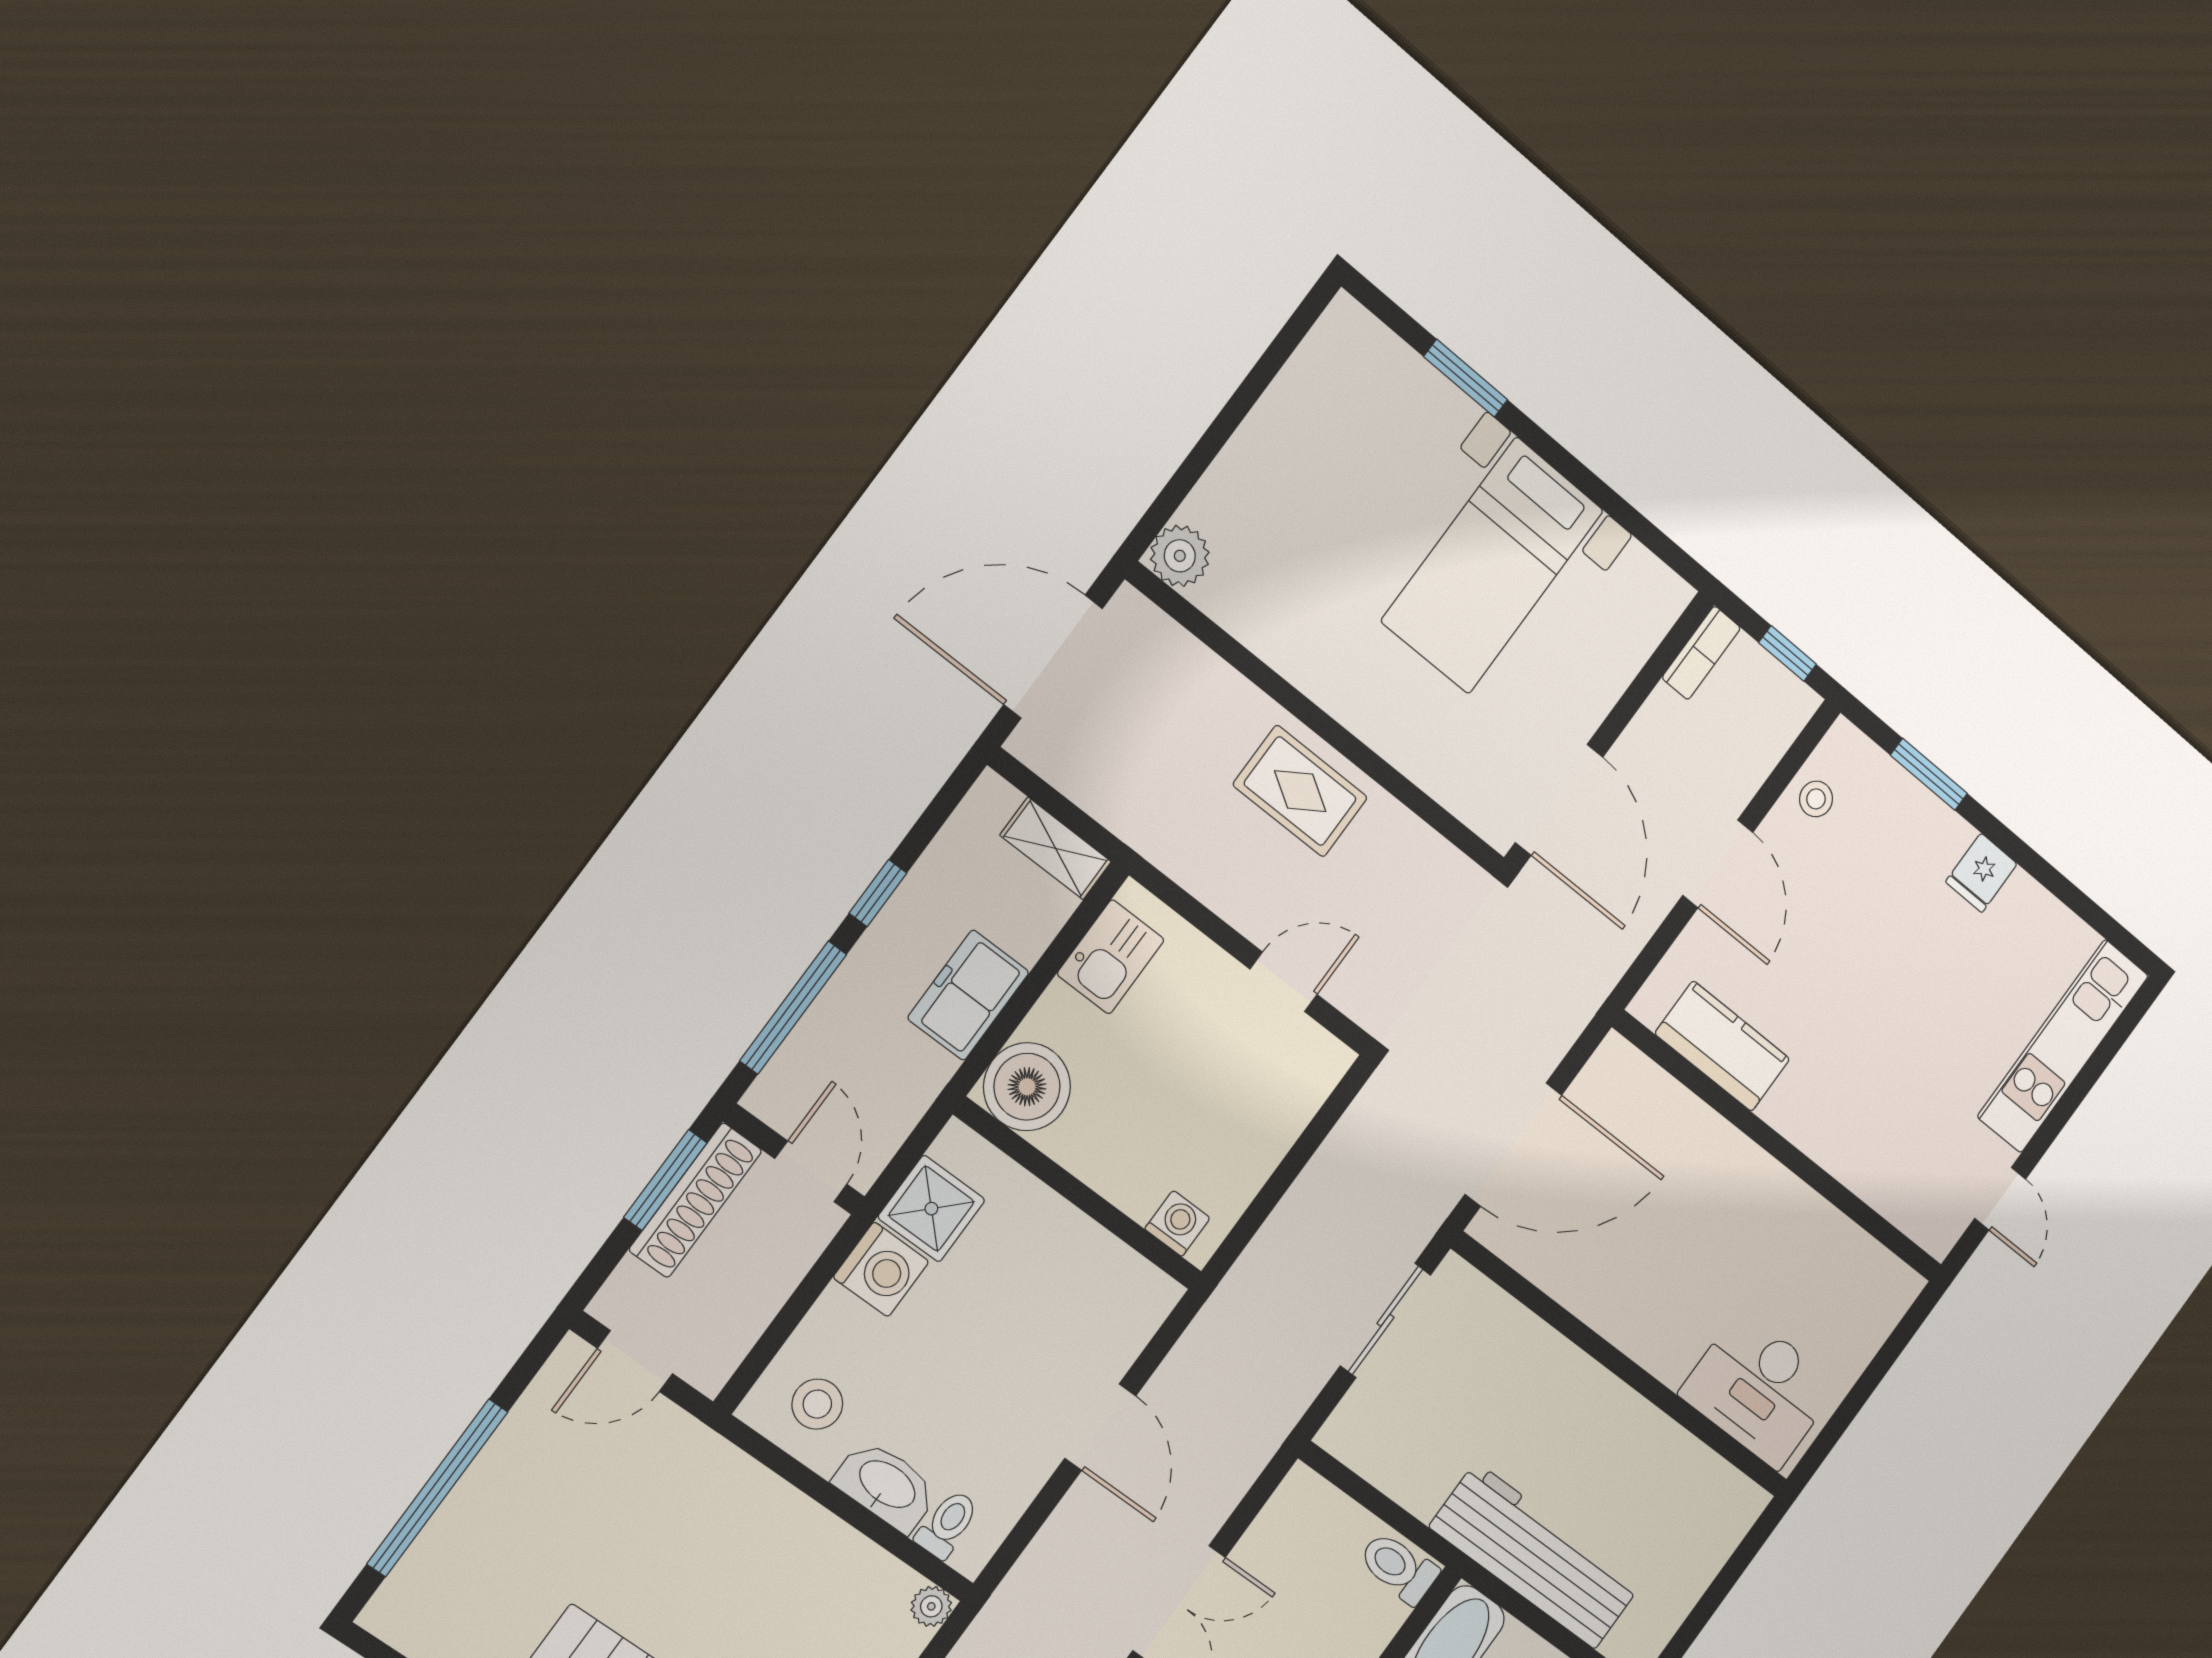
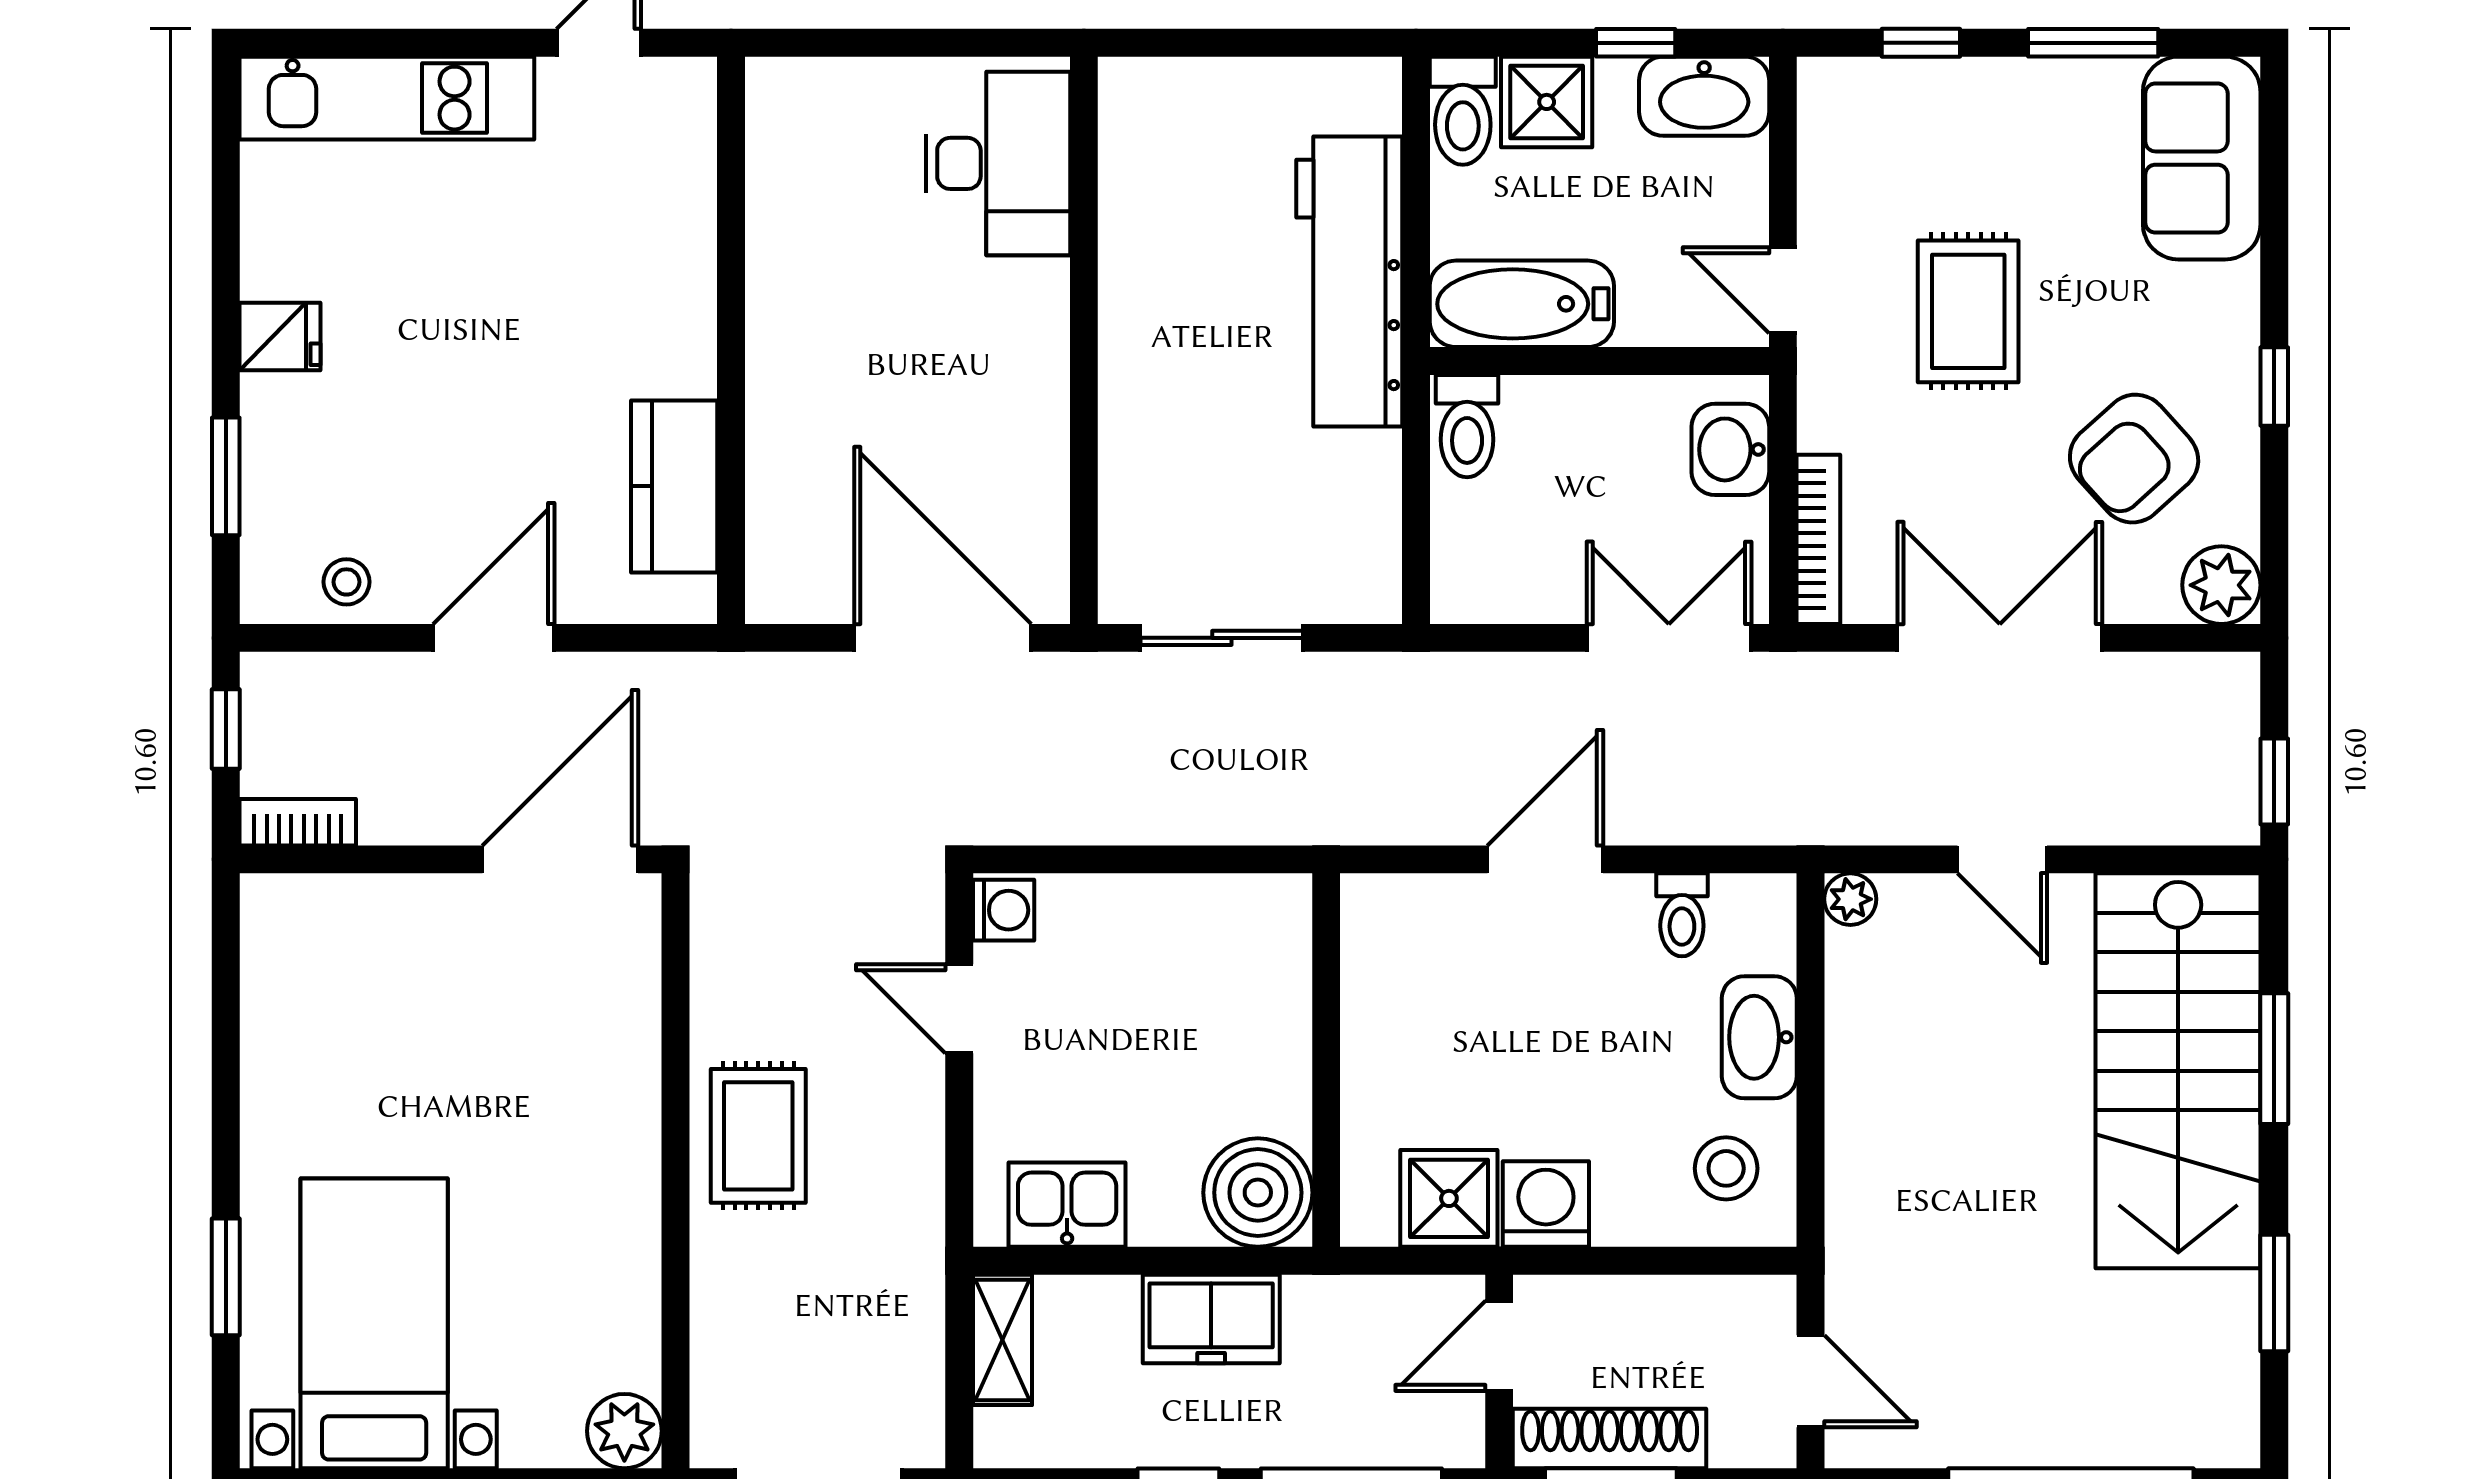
bed with nightstands: (1492, 566) -> (374, 1323), moved, turned -90
washing machine: (1177, 1223) -> (1004, 910), moved, turned 180
toilet: (947, 1524) -> (1682, 915), moved, turned -90

